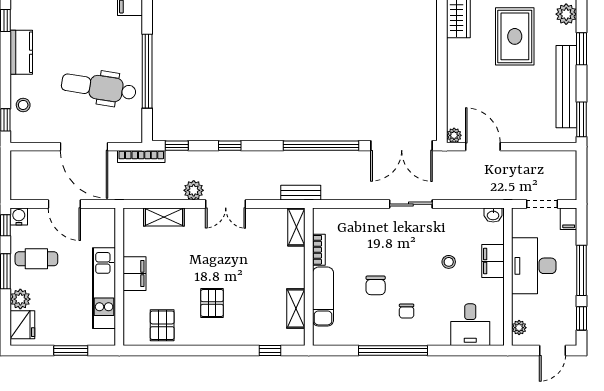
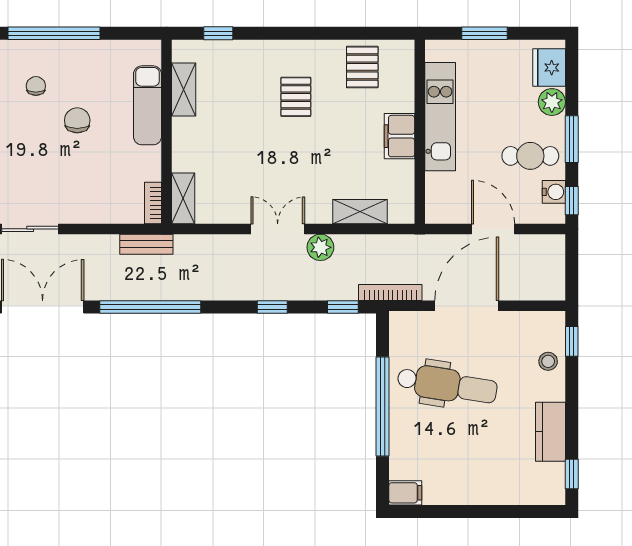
door: (84, 147) -> (467, 306), hinge flipped
bench: (301, 193) -> (146, 244), moved
water cooler: (19, 216) -> (554, 192), moved, turned -90
bookcase: (319, 250) -> (153, 203), moved

